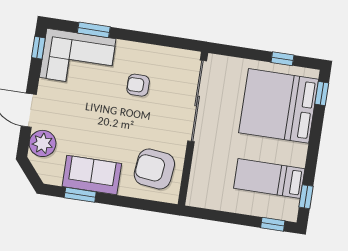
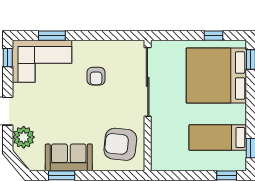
armchair: (138, 85) -> (96, 76), turned -90

